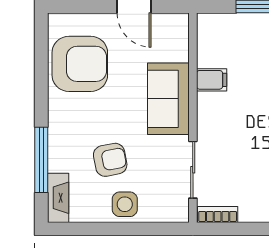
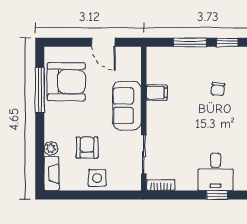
window: (41, 160) -> (40, 90), moved
armchair: (110, 160) -> (87, 148), turned -79
plant: (57, 161) -> (51, 148), added

